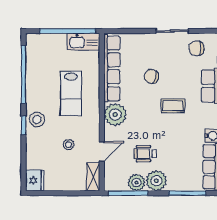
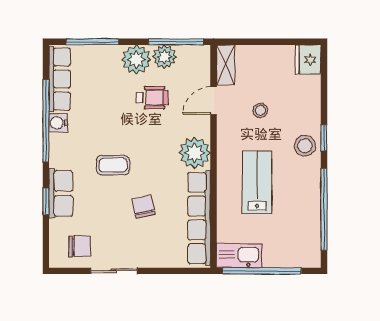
chair: (151, 76) -> (144, 207), turned -118

